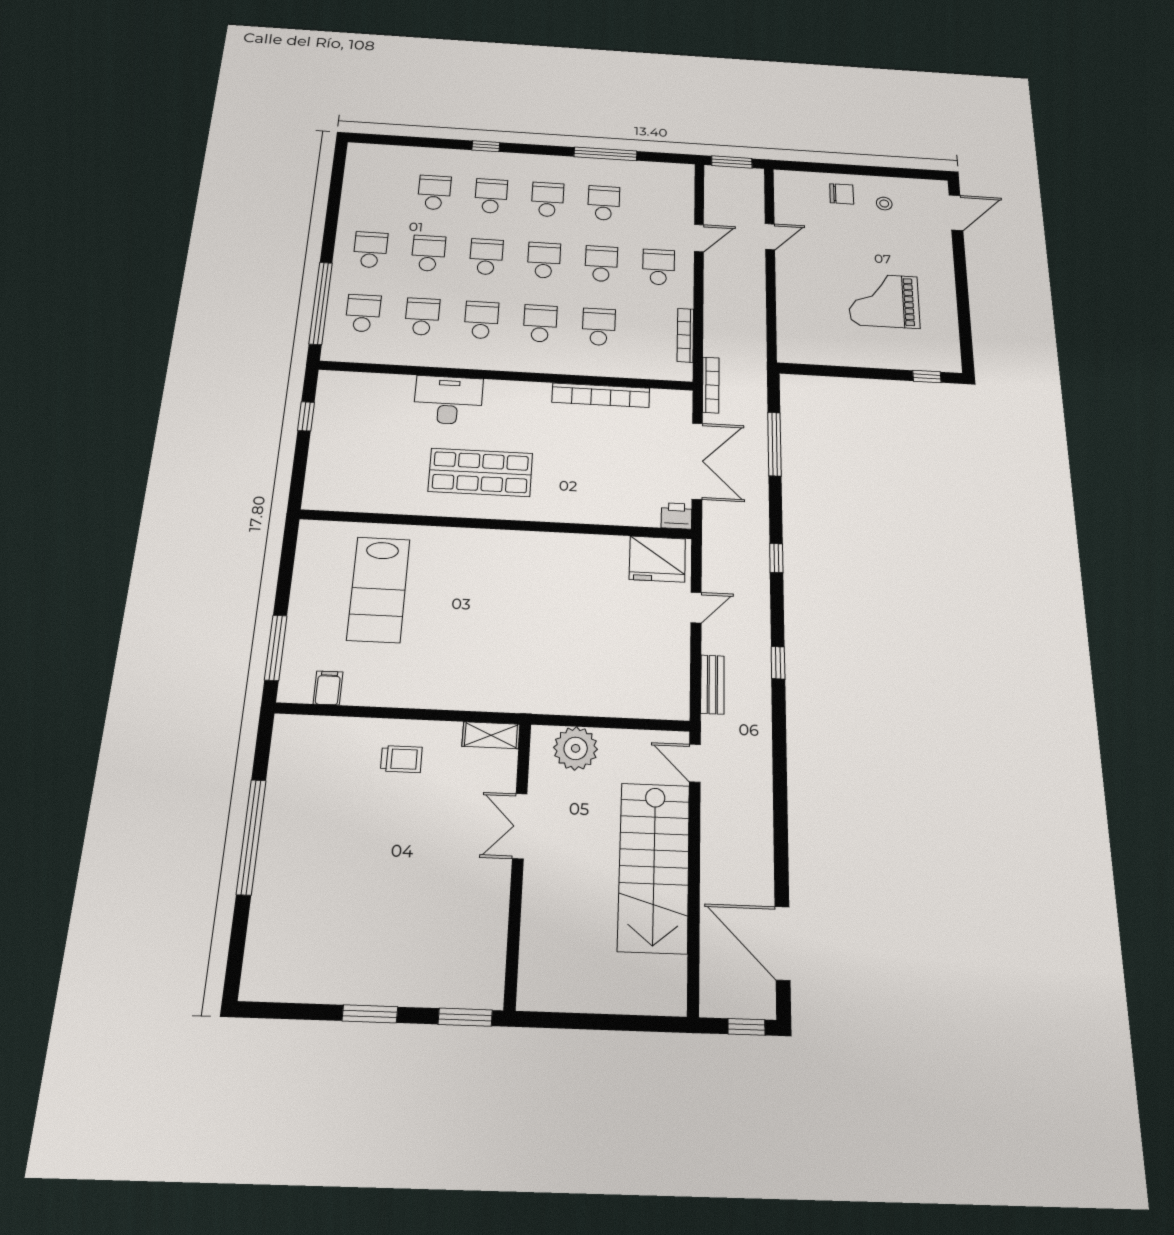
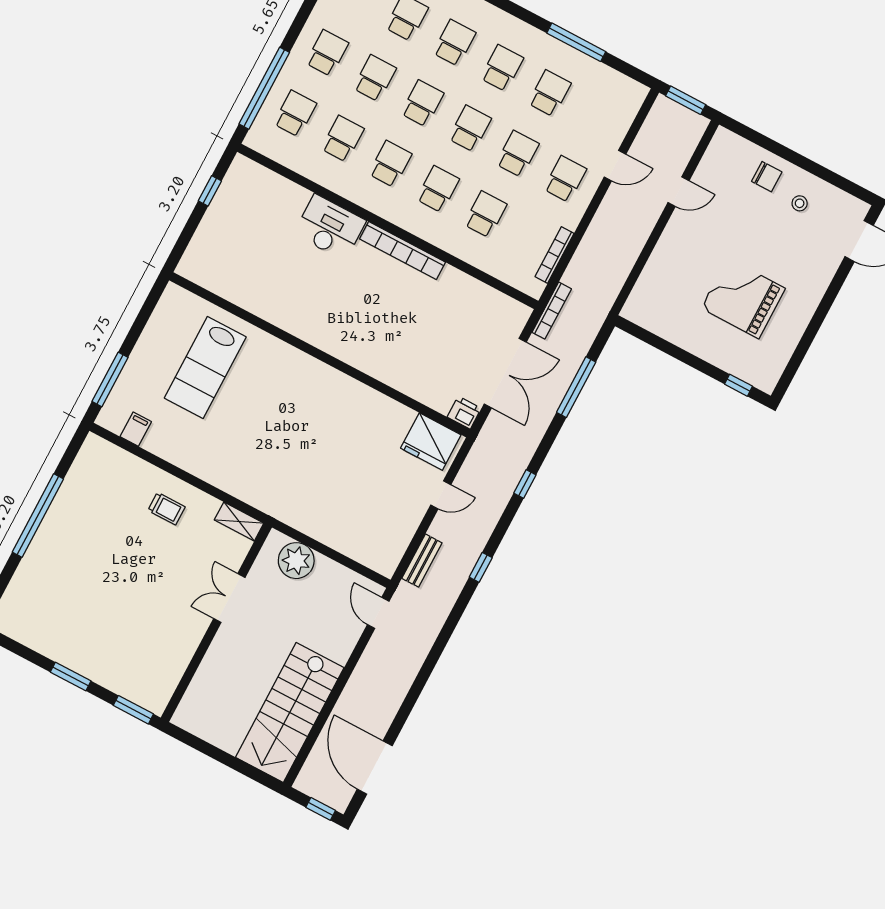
bookcase: (601, 395) -> (402, 251), moved
shop shelf: (480, 472) -> (327, 304), removed
stairs: (654, 867) -> (290, 712), moved

